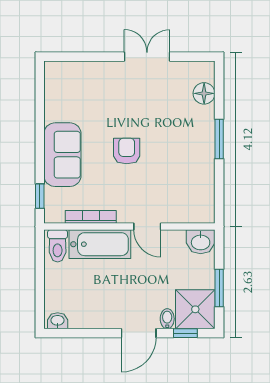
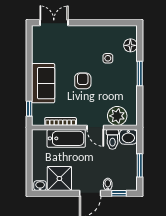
double door: (147, 57) -> (54, 23), moved
side table: (167, 114) -> (108, 58), added
plant: (182, 208) -> (117, 116), added
toilet: (58, 246) -> (112, 139), moved
shower: (195, 309) -> (59, 179), moved

